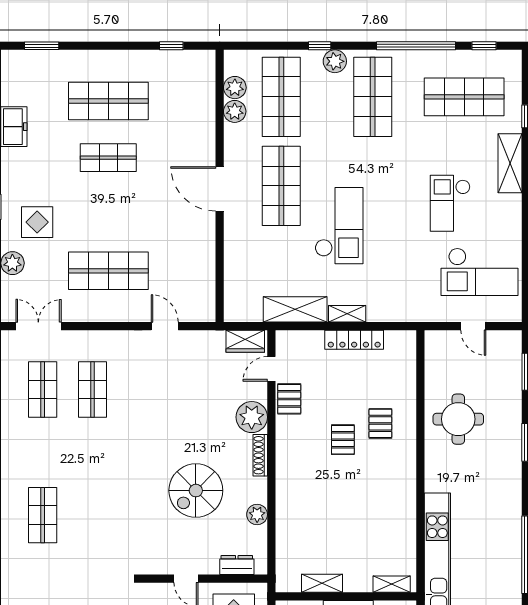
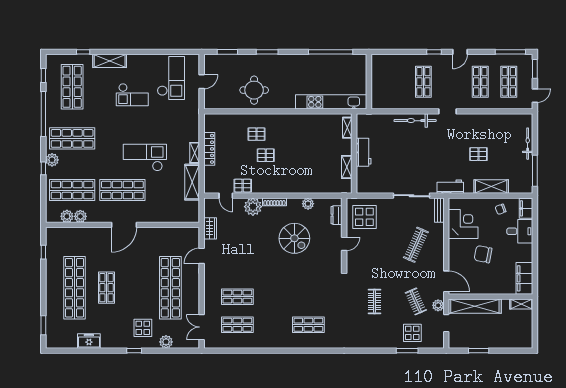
shop shelf: (108, 101) -> (74, 288), width x1.40
shop shelf: (108, 271) -> (170, 288), width x1.40
wardrobe: (245, 341) -> (210, 228), moved

